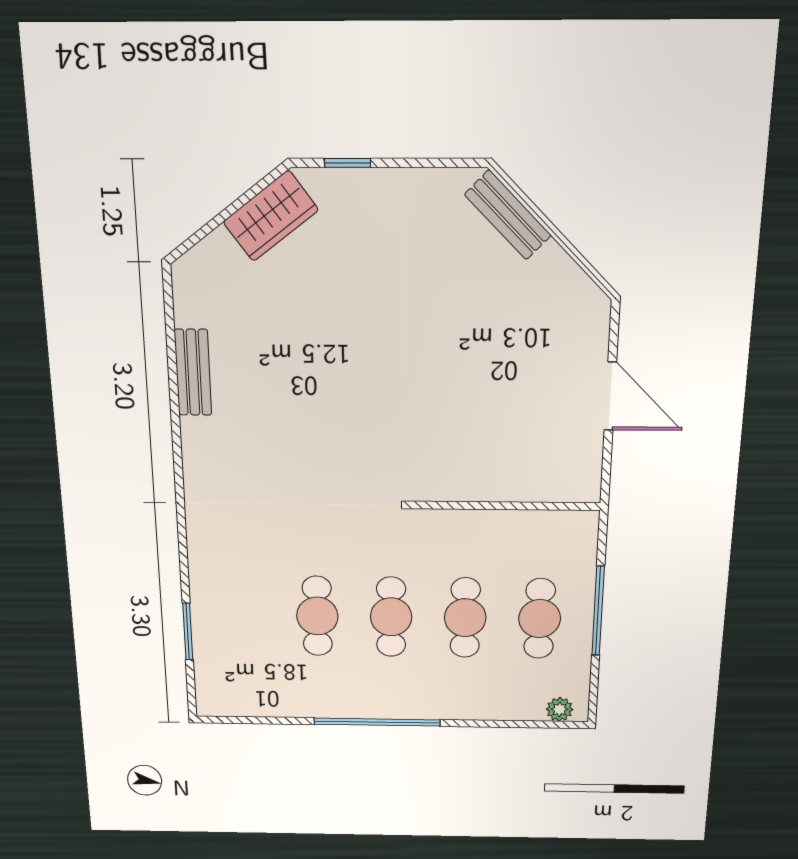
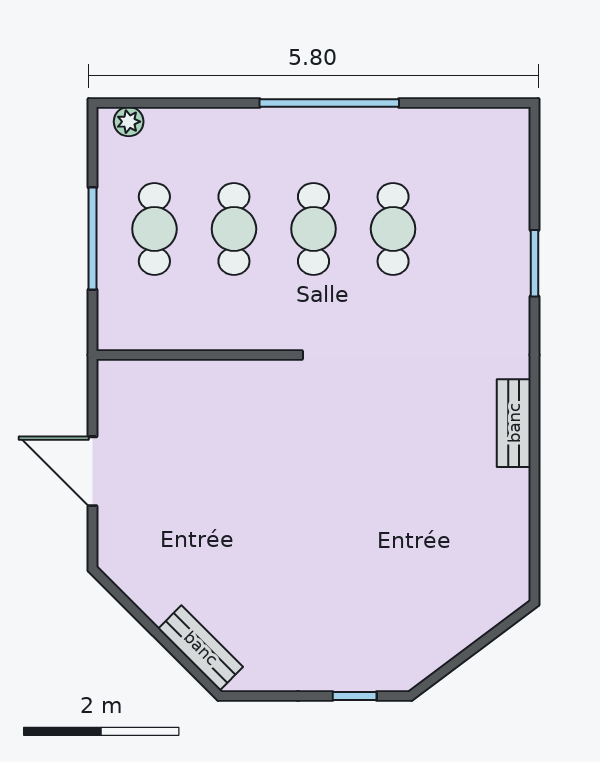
wardrobe: (271, 216) -> (430, 647), removed
bench: (193, 372) -> (514, 423), moved
window: (188, 632) -> (534, 263), moved

